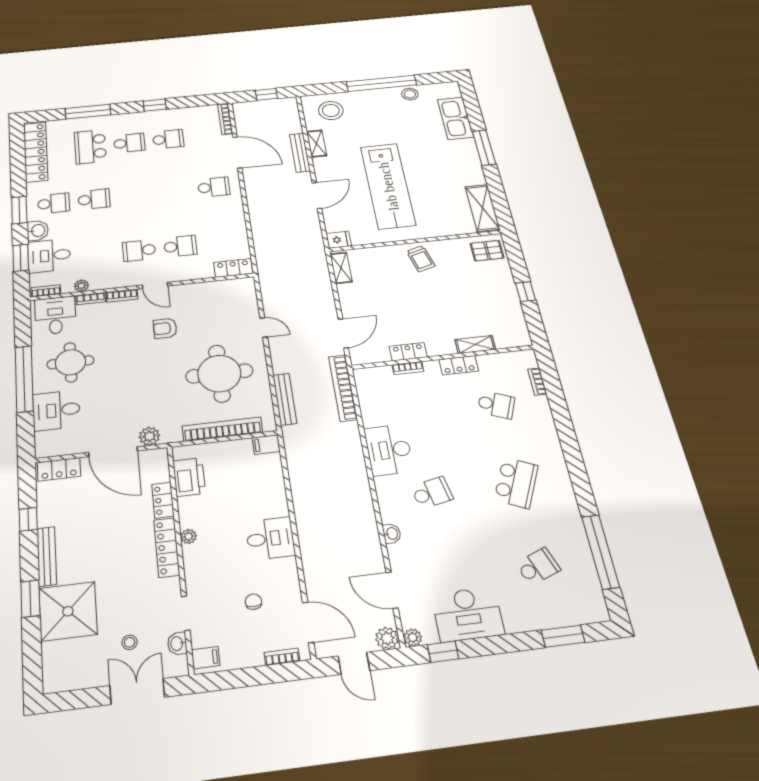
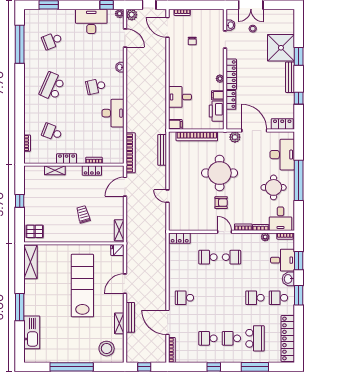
stool: (410, 94) -> (56, 356), removed
trolley: (421, 259) -> (83, 214), moved
round table: (219, 373) -> (220, 173), moved
desk: (56, 410) -> (282, 155), width x1.37
desk: (270, 538) -> (180, 97), moved
filing cabinet: (206, 658) -> (218, 95), moved

